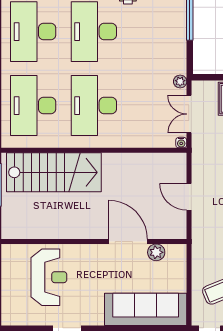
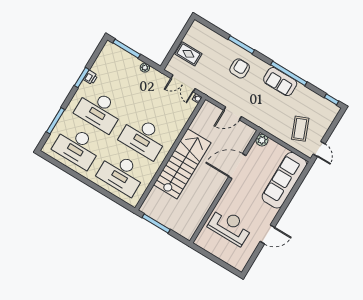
plant: (180, 81) -> (145, 68), moved
stairs: (54, 172) -> (182, 164), moved
plant: (156, 252) -> (262, 140), moved

